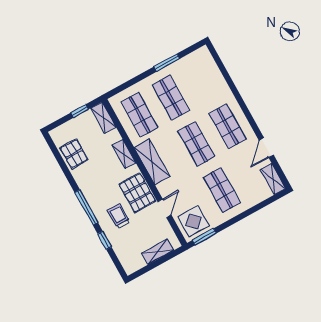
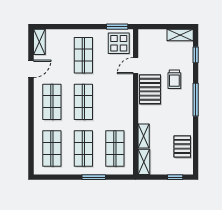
window: (167, 63) -> (94, 177), moved
shop shelf: (202, 80) -> (52, 149), added
window: (80, 111) -> (175, 177), moved
shelving: (124, 154) -> (144, 136), moved
shelving: (152, 162) -> (125, 107), removed
window: (105, 240) -> (196, 55), moved
shelving: (158, 252) -> (180, 35), moved

